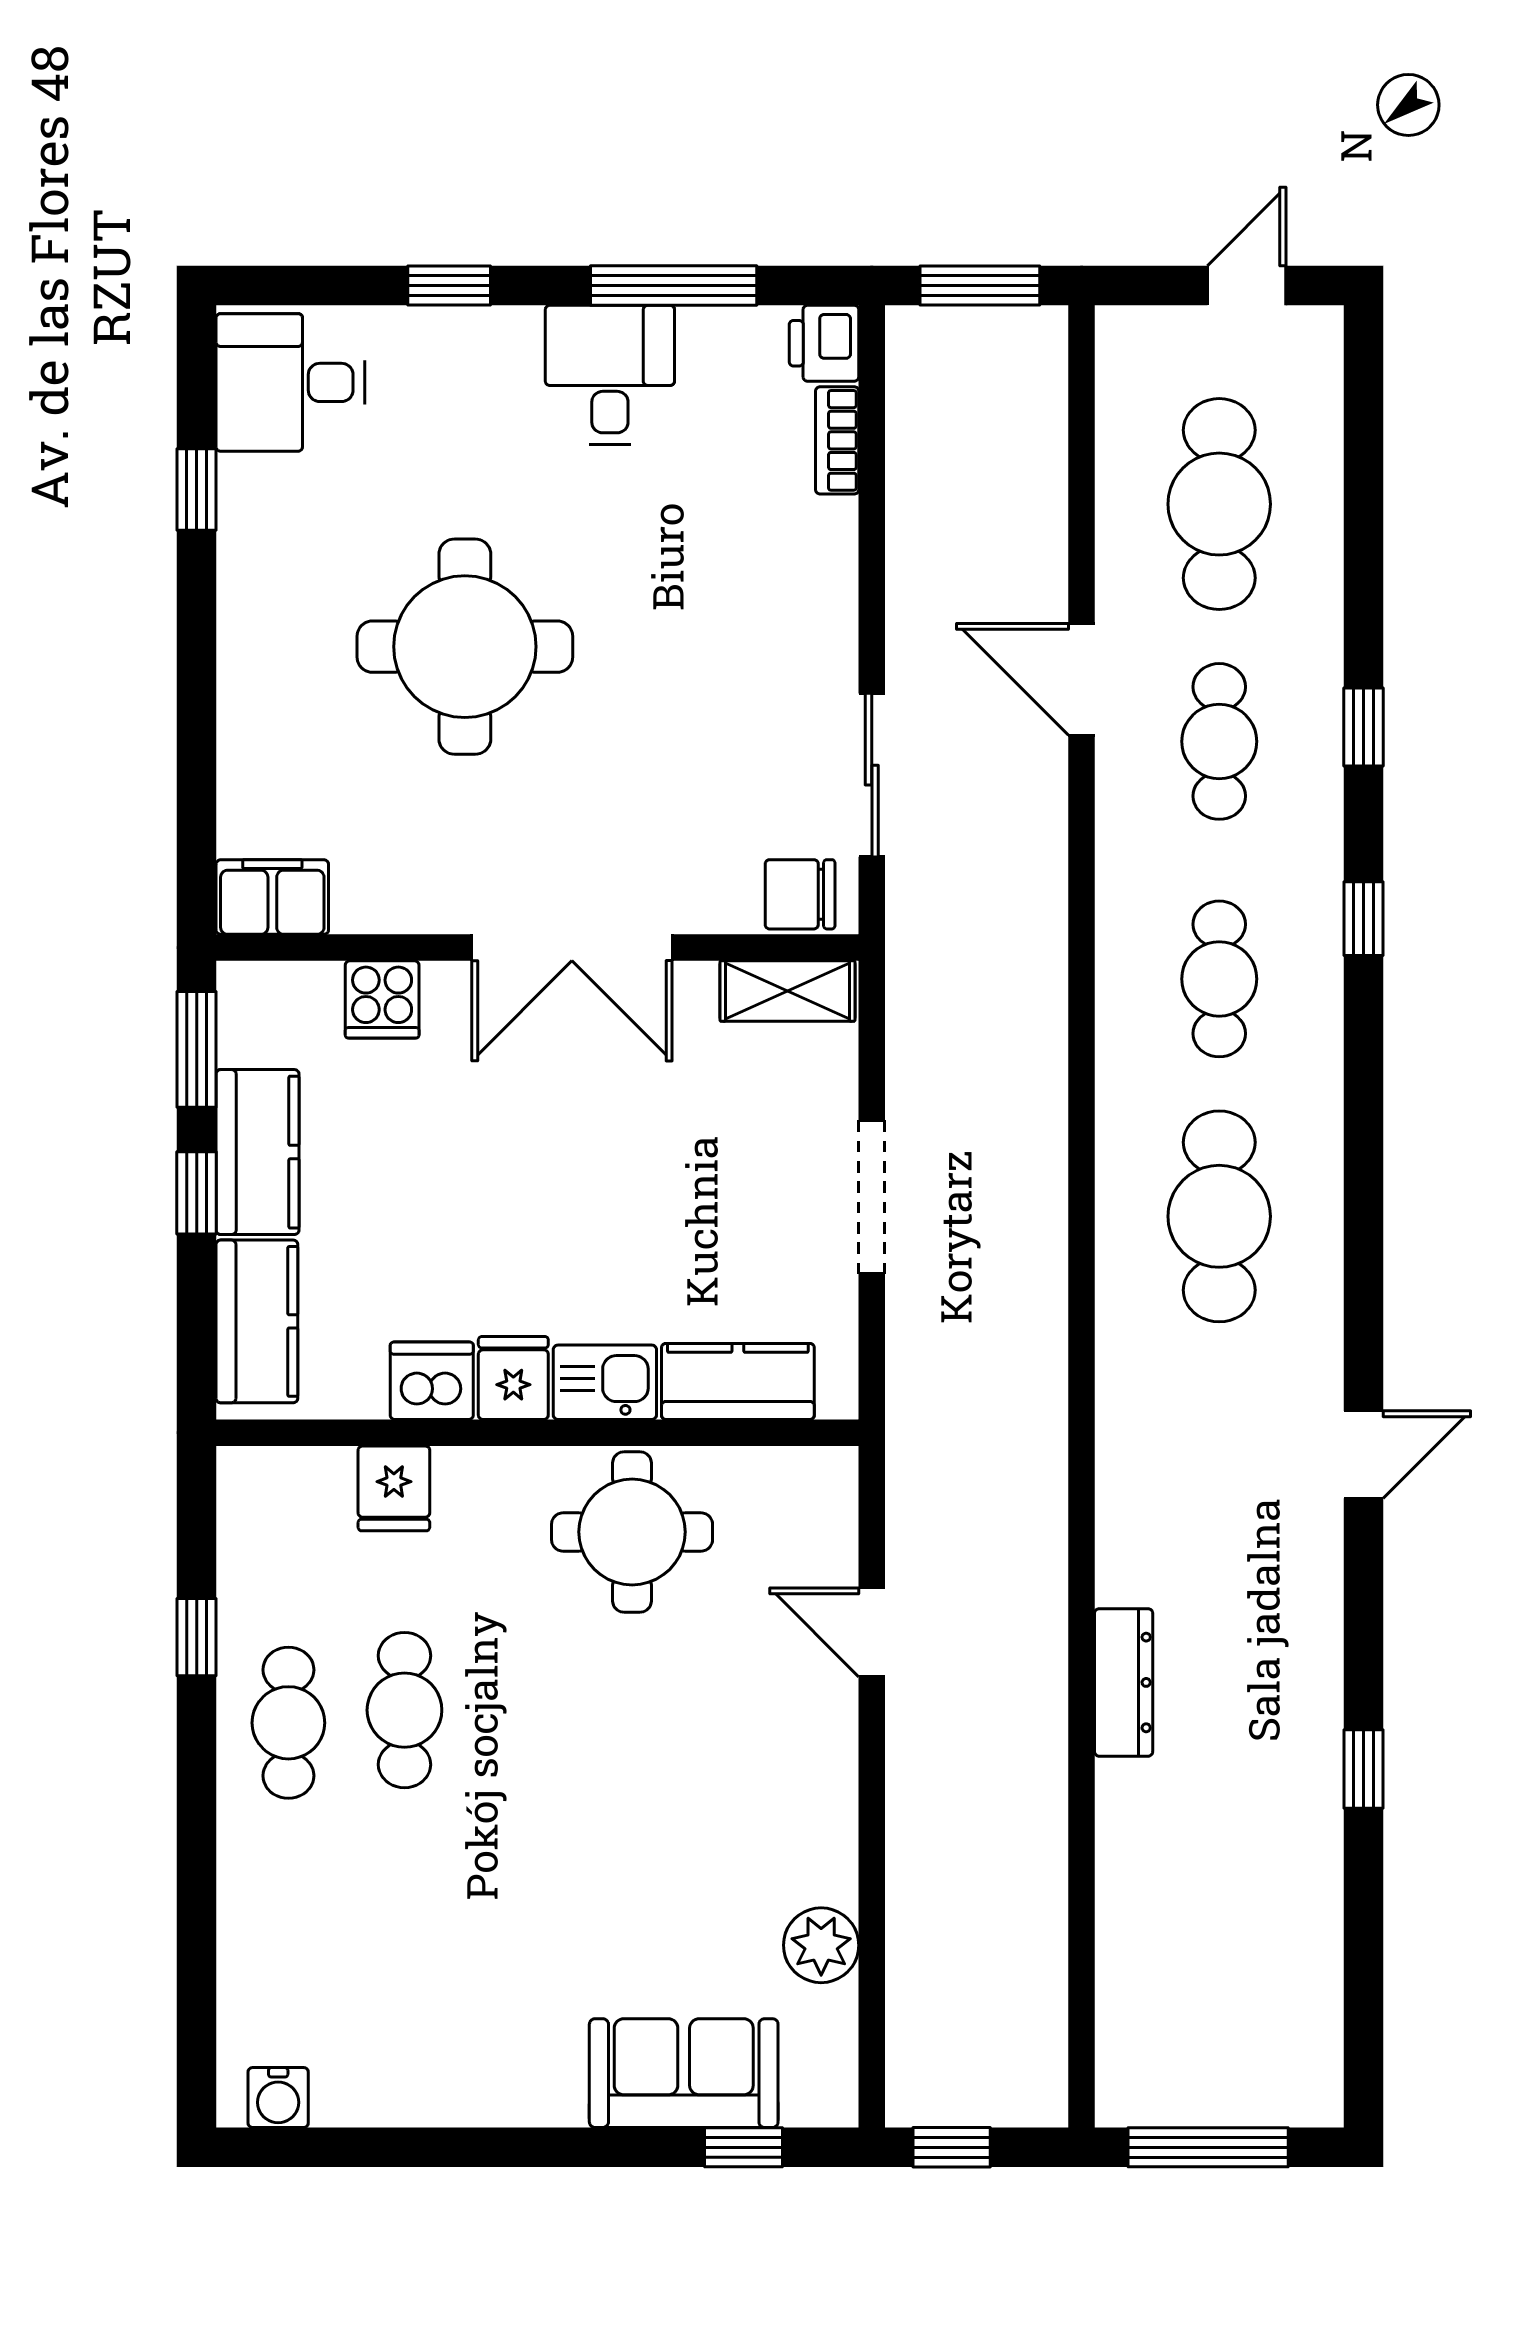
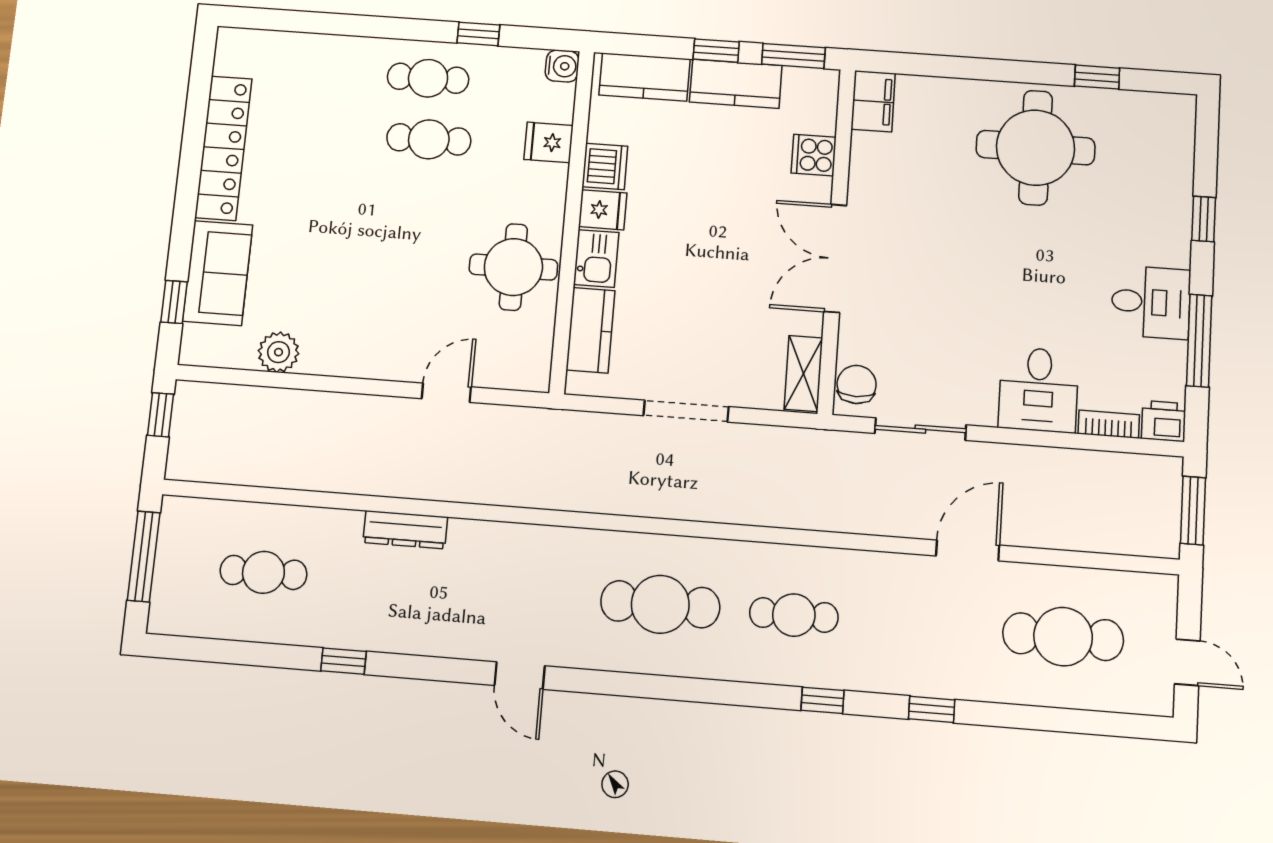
desk: (291, 382) -> (1038, 390), moved, turned 180
round table: (465, 647) -> (1035, 148), moved
cafe table: (1219, 741) -> (263, 572), moved
locker: (449, 2089) -> (223, 148), added
water cooler: (278, 2098) -> (562, 66), moved, turned 180

